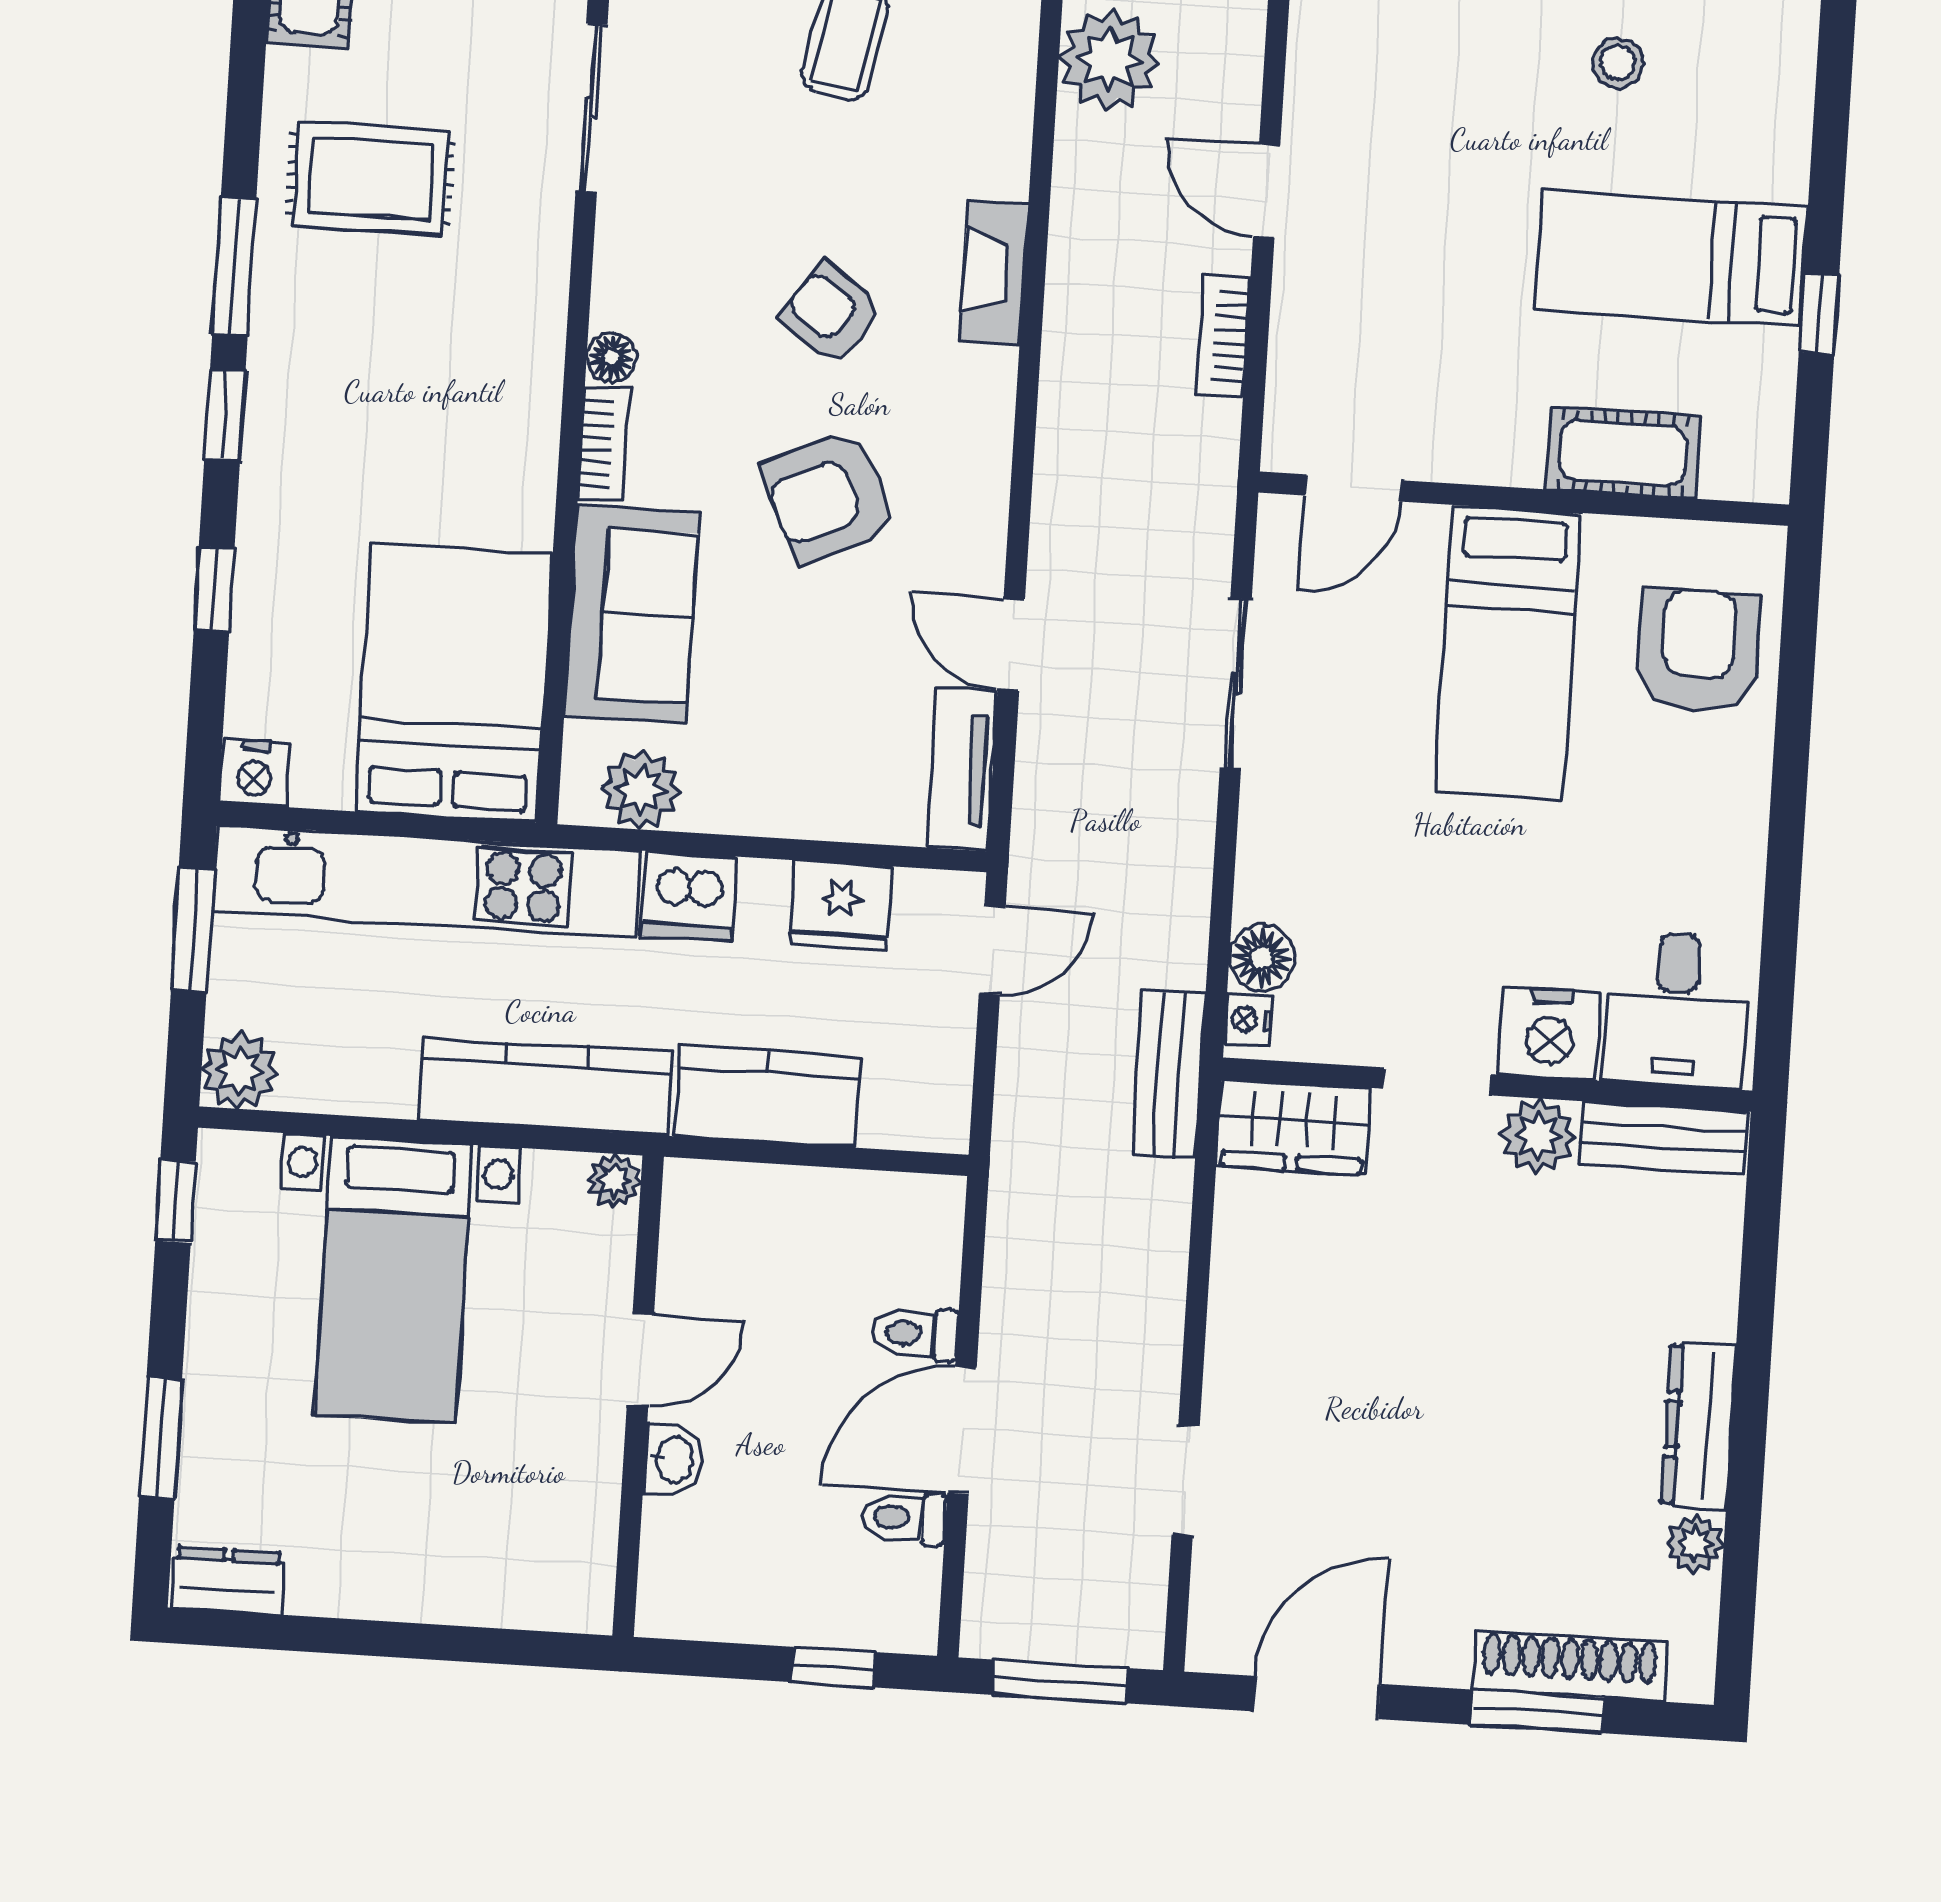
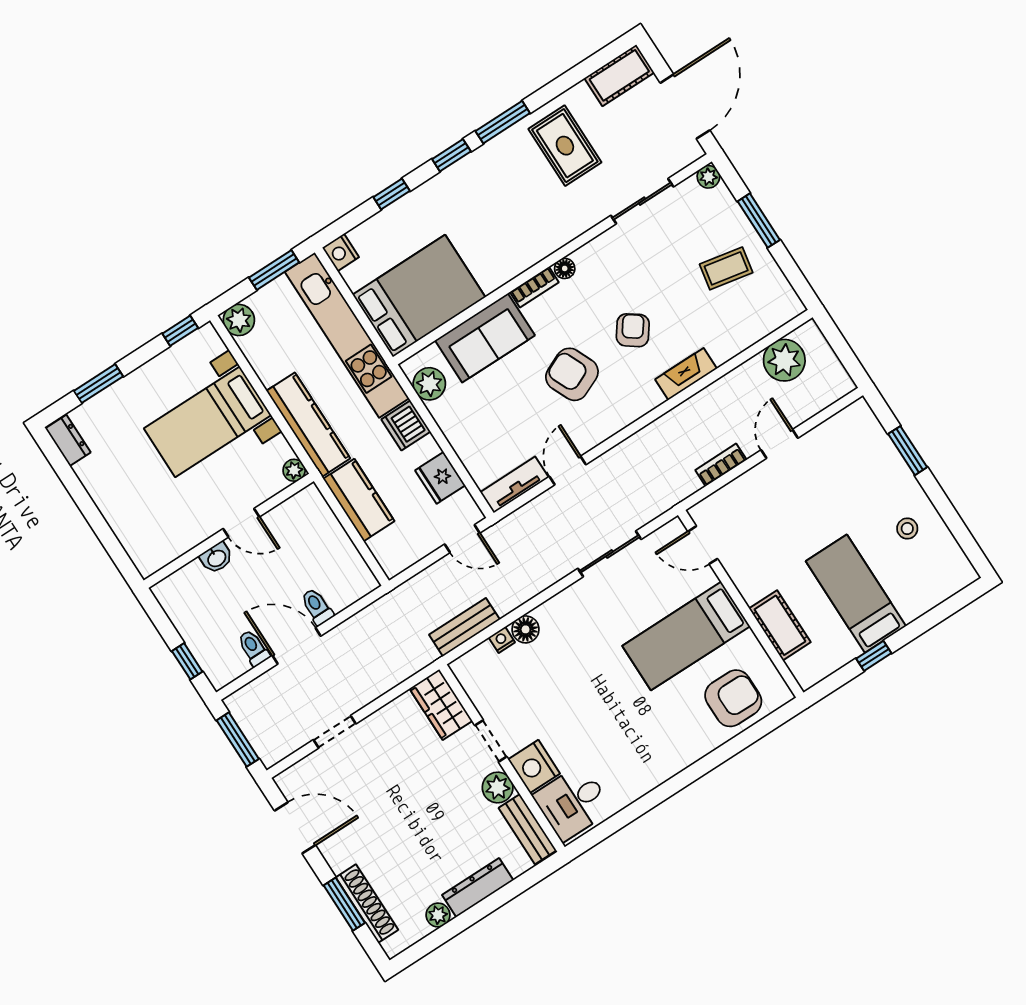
desk: (1676, 1010) -> (573, 802), moved
nightstand: (1550, 1034) -> (534, 766), moved
doorway: (1437, 1081) -> (491, 741), moved
wall: (1487, 1085) -> (502, 758), moved
wardrobe: (1294, 1127) -> (441, 705), moved
plant: (1538, 1136) -> (498, 787), moved
bench: (1663, 1138) -> (527, 829), moved

